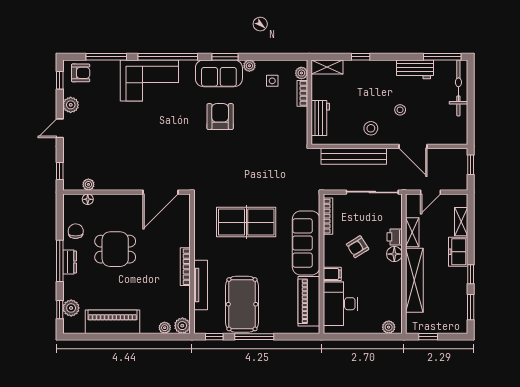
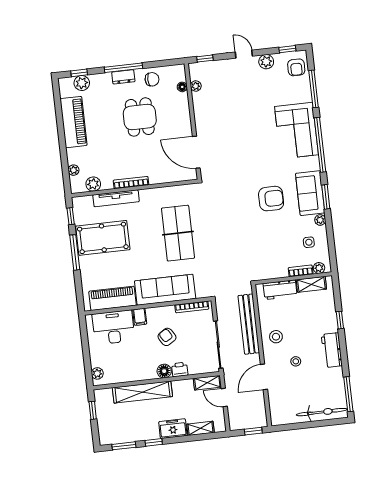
shelving: (327, 67) -> (311, 284), moved, turned 90
workbench: (415, 69) -> (332, 350), moved
shelving: (412, 232) -> (207, 383), moved
plant: (182, 326) -> (93, 184), moved

